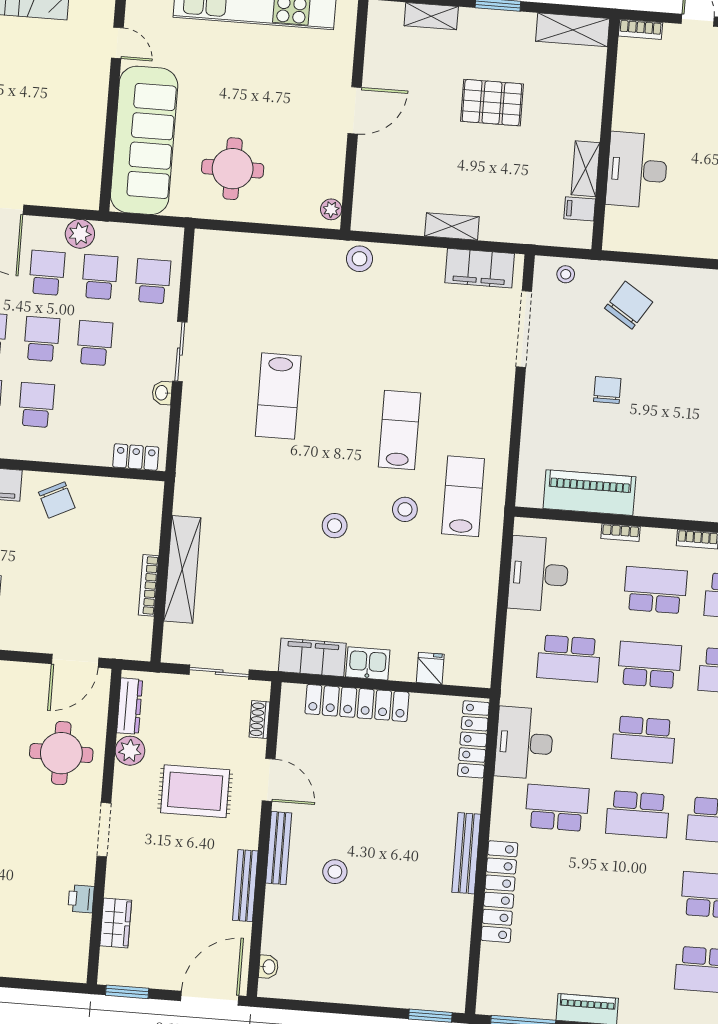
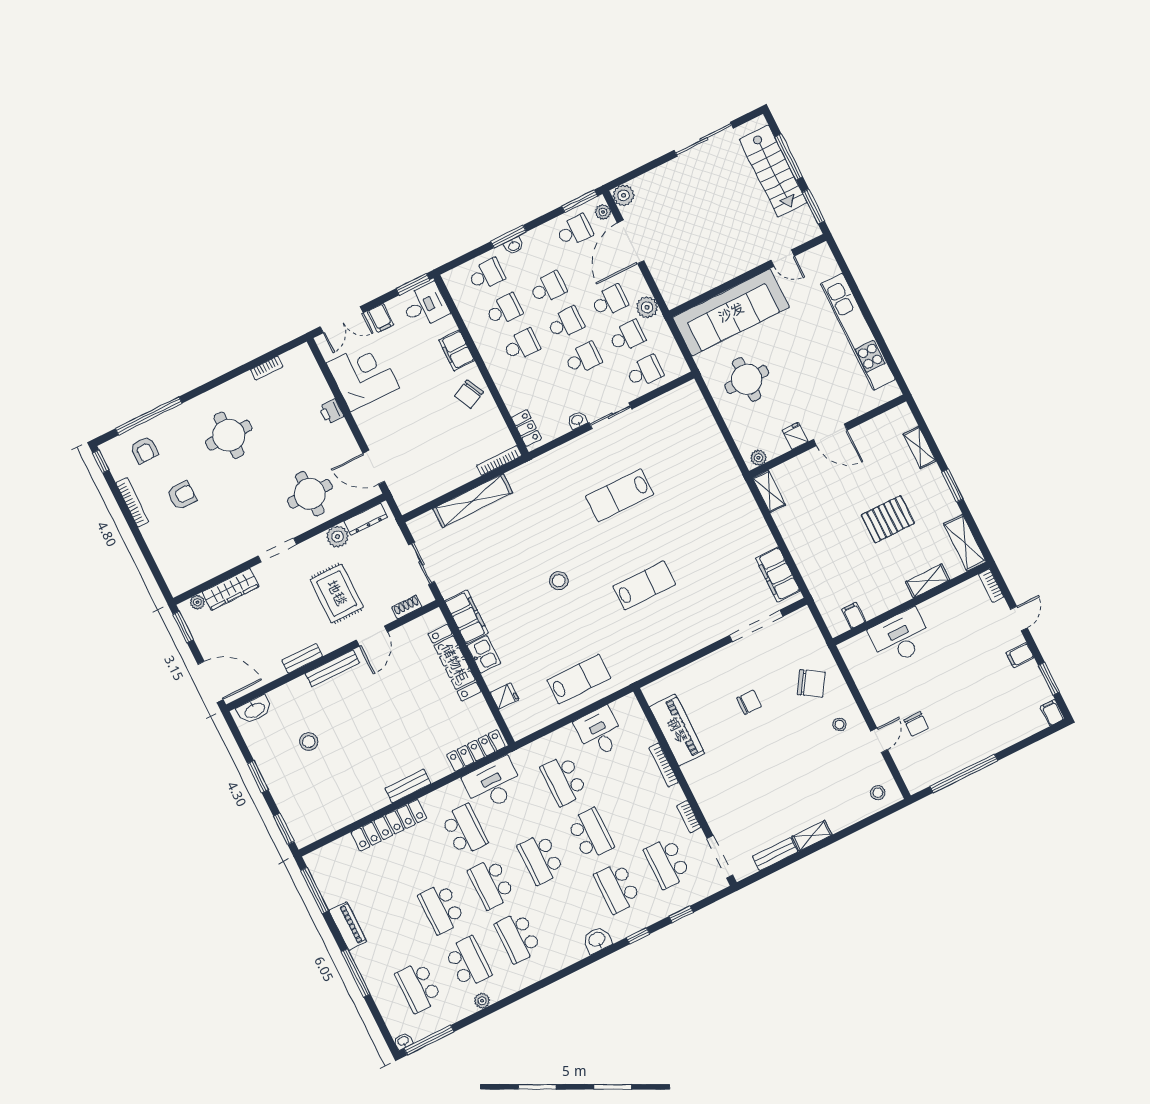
door: (117, 43) -> (783, 258), hinge flipped
pallet: (492, 103) -> (888, 519), turned 90
fridge: (331, 152) -> (795, 436), added
shelving: (585, 169) -> (928, 581), moved
shelving: (452, 226) -> (769, 491), moved
stool: (360, 259) -> (738, 495), removed
stool: (566, 274) -> (839, 724), moved
lab bench: (463, 496) -> (579, 679), moved
stool: (405, 509) -> (596, 619), removed
bookcase: (620, 533) -> (664, 765), width x1.56
desk: (539, 574) -> (599, 732), width x0.73
bookcase: (149, 585) -> (499, 461), moved
school desk: (655, 590) -> (441, 908), moved, turned 180
bench: (466, 853) -> (408, 786), width x0.73
stool: (335, 872) -> (309, 742), moved
bench: (245, 886) -> (302, 658), width x0.73
printer: (81, 899) -> (225, 562), removed
wardrobe: (116, 923) -> (231, 589), width x1.50
plant: (109, 958) -> (197, 602), added
washbasin: (268, 967) -> (254, 710), width x1.91, depth x1.45
window: (352, 1010) -> (258, 777), added

